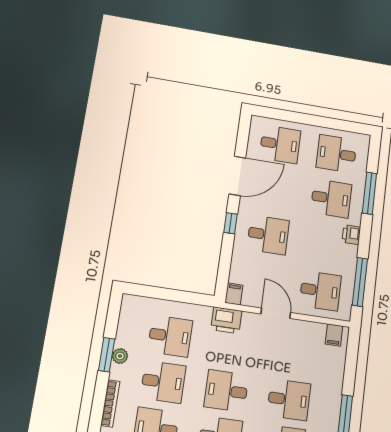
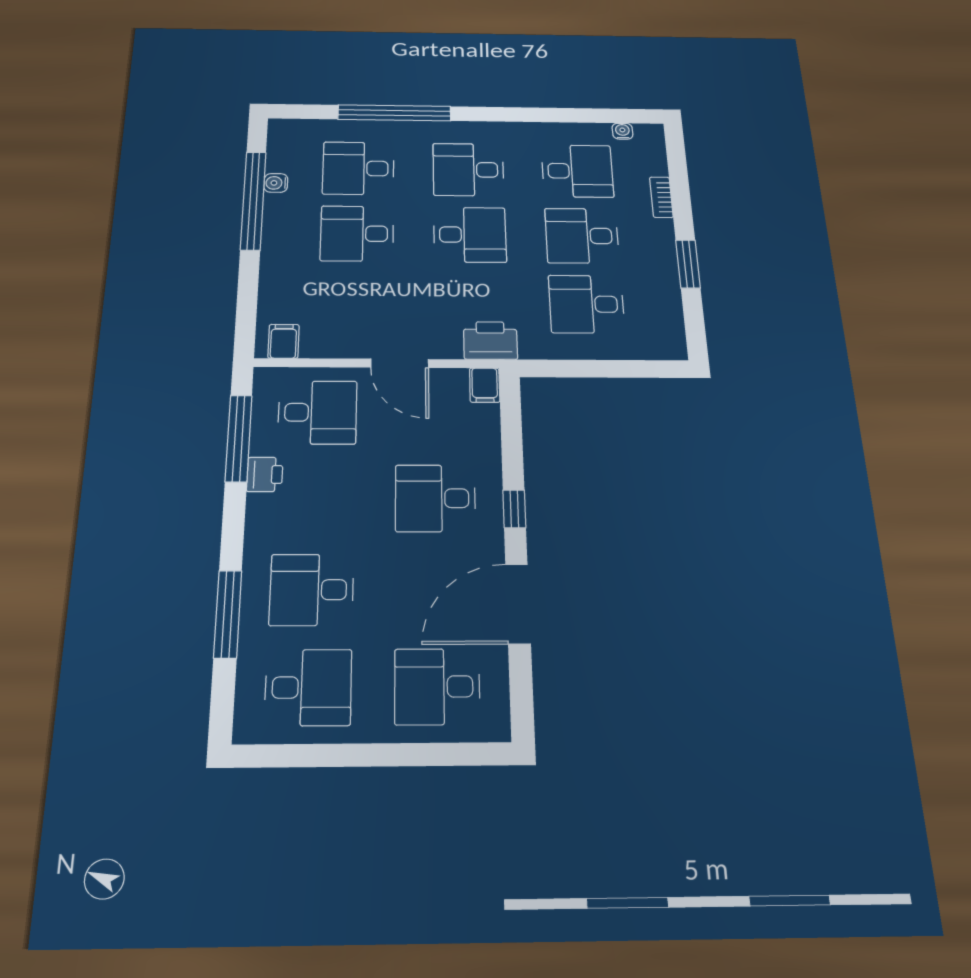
printer: (351, 235) -> (265, 474), moved
desk: (320, 291) -> (318, 412), turned 180
plant: (120, 356) -> (665, 265), removed
bookcase: (110, 403) -> (661, 197), width x0.64

